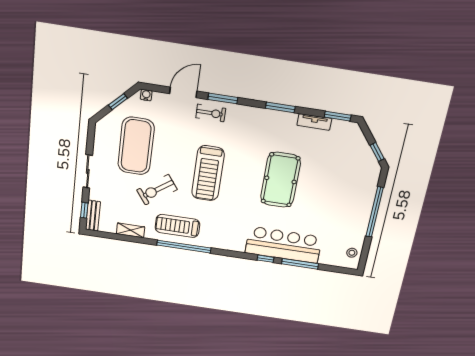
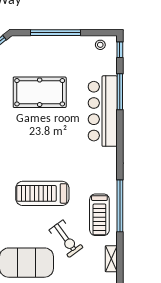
treadmill: (208, 173) -> (42, 193), turned 180
pool table: (280, 180) -> (40, 92), moved
window: (265, 259) -> (120, 50), moved

